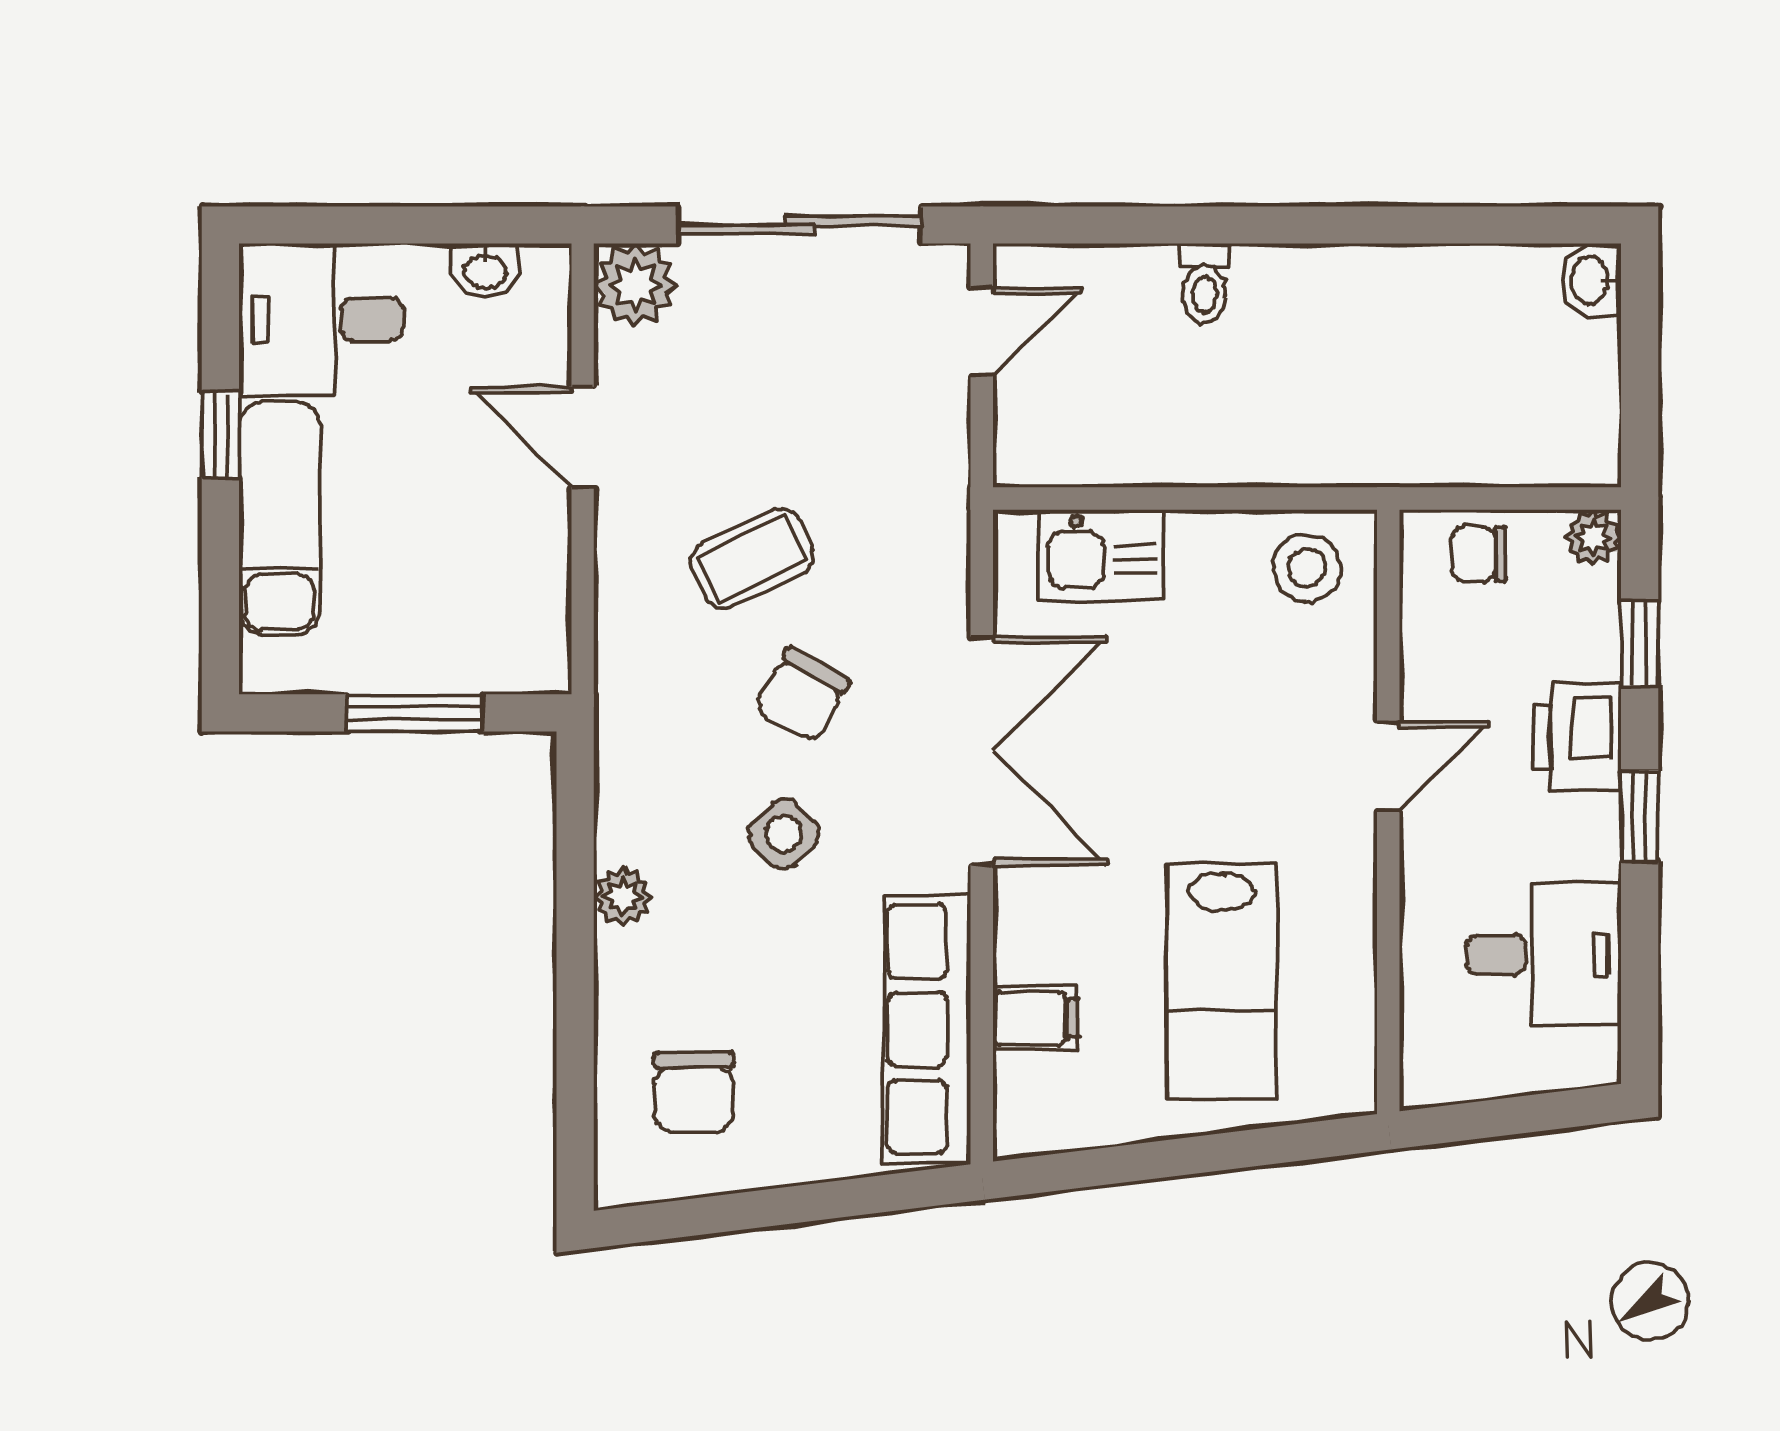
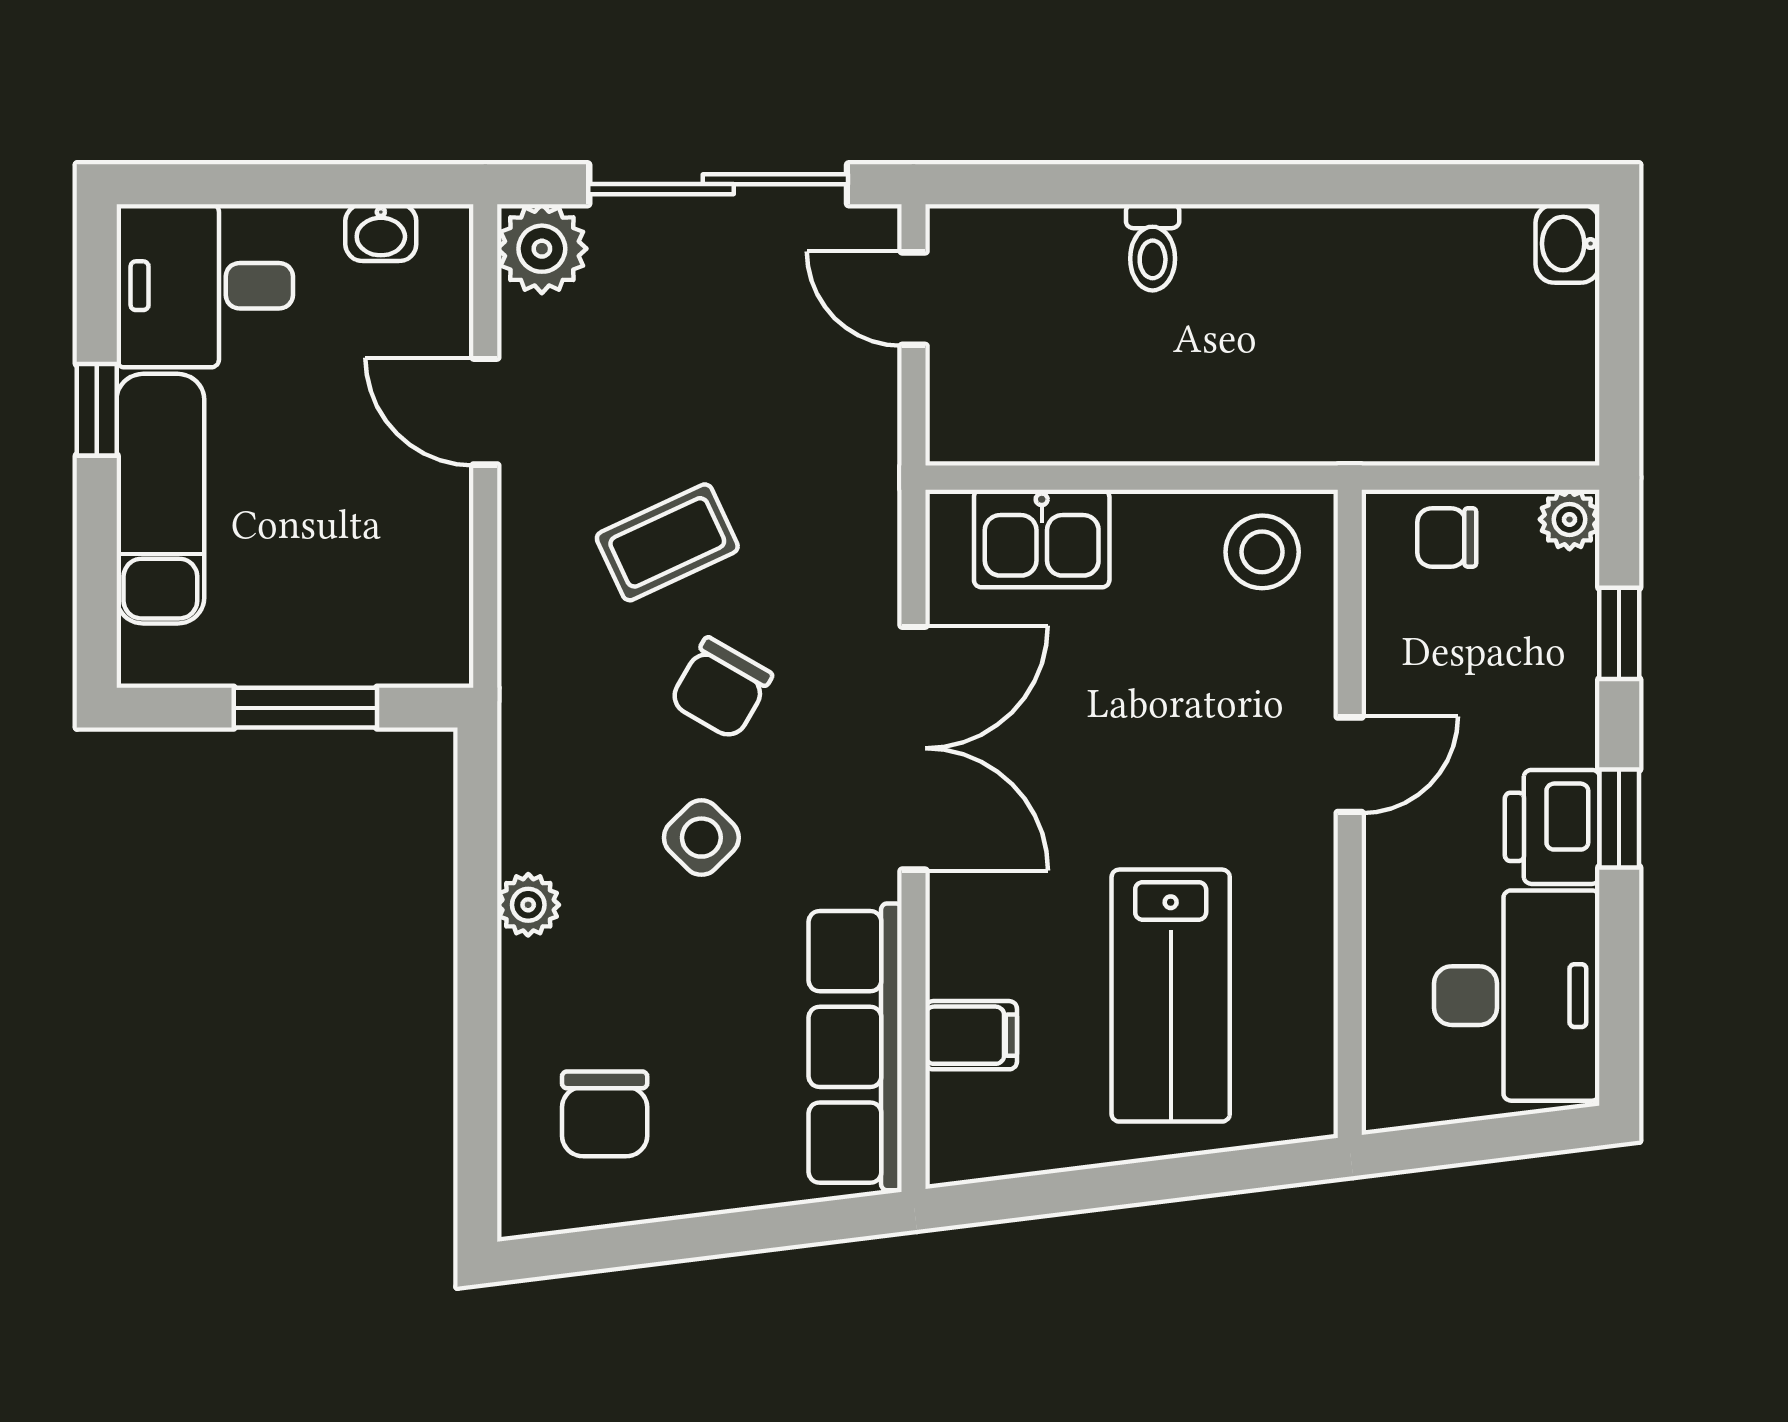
door: (982, 332) -> (914, 299), swing flipped
printer: (1577, 737) -> (1552, 827), moved
desk: (1544, 955) -> (1517, 996), width x1.37

